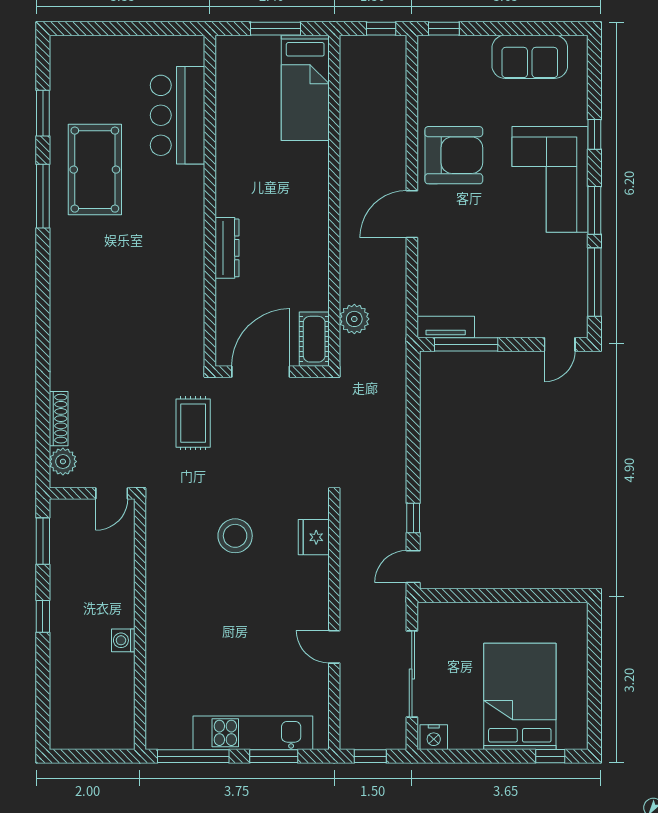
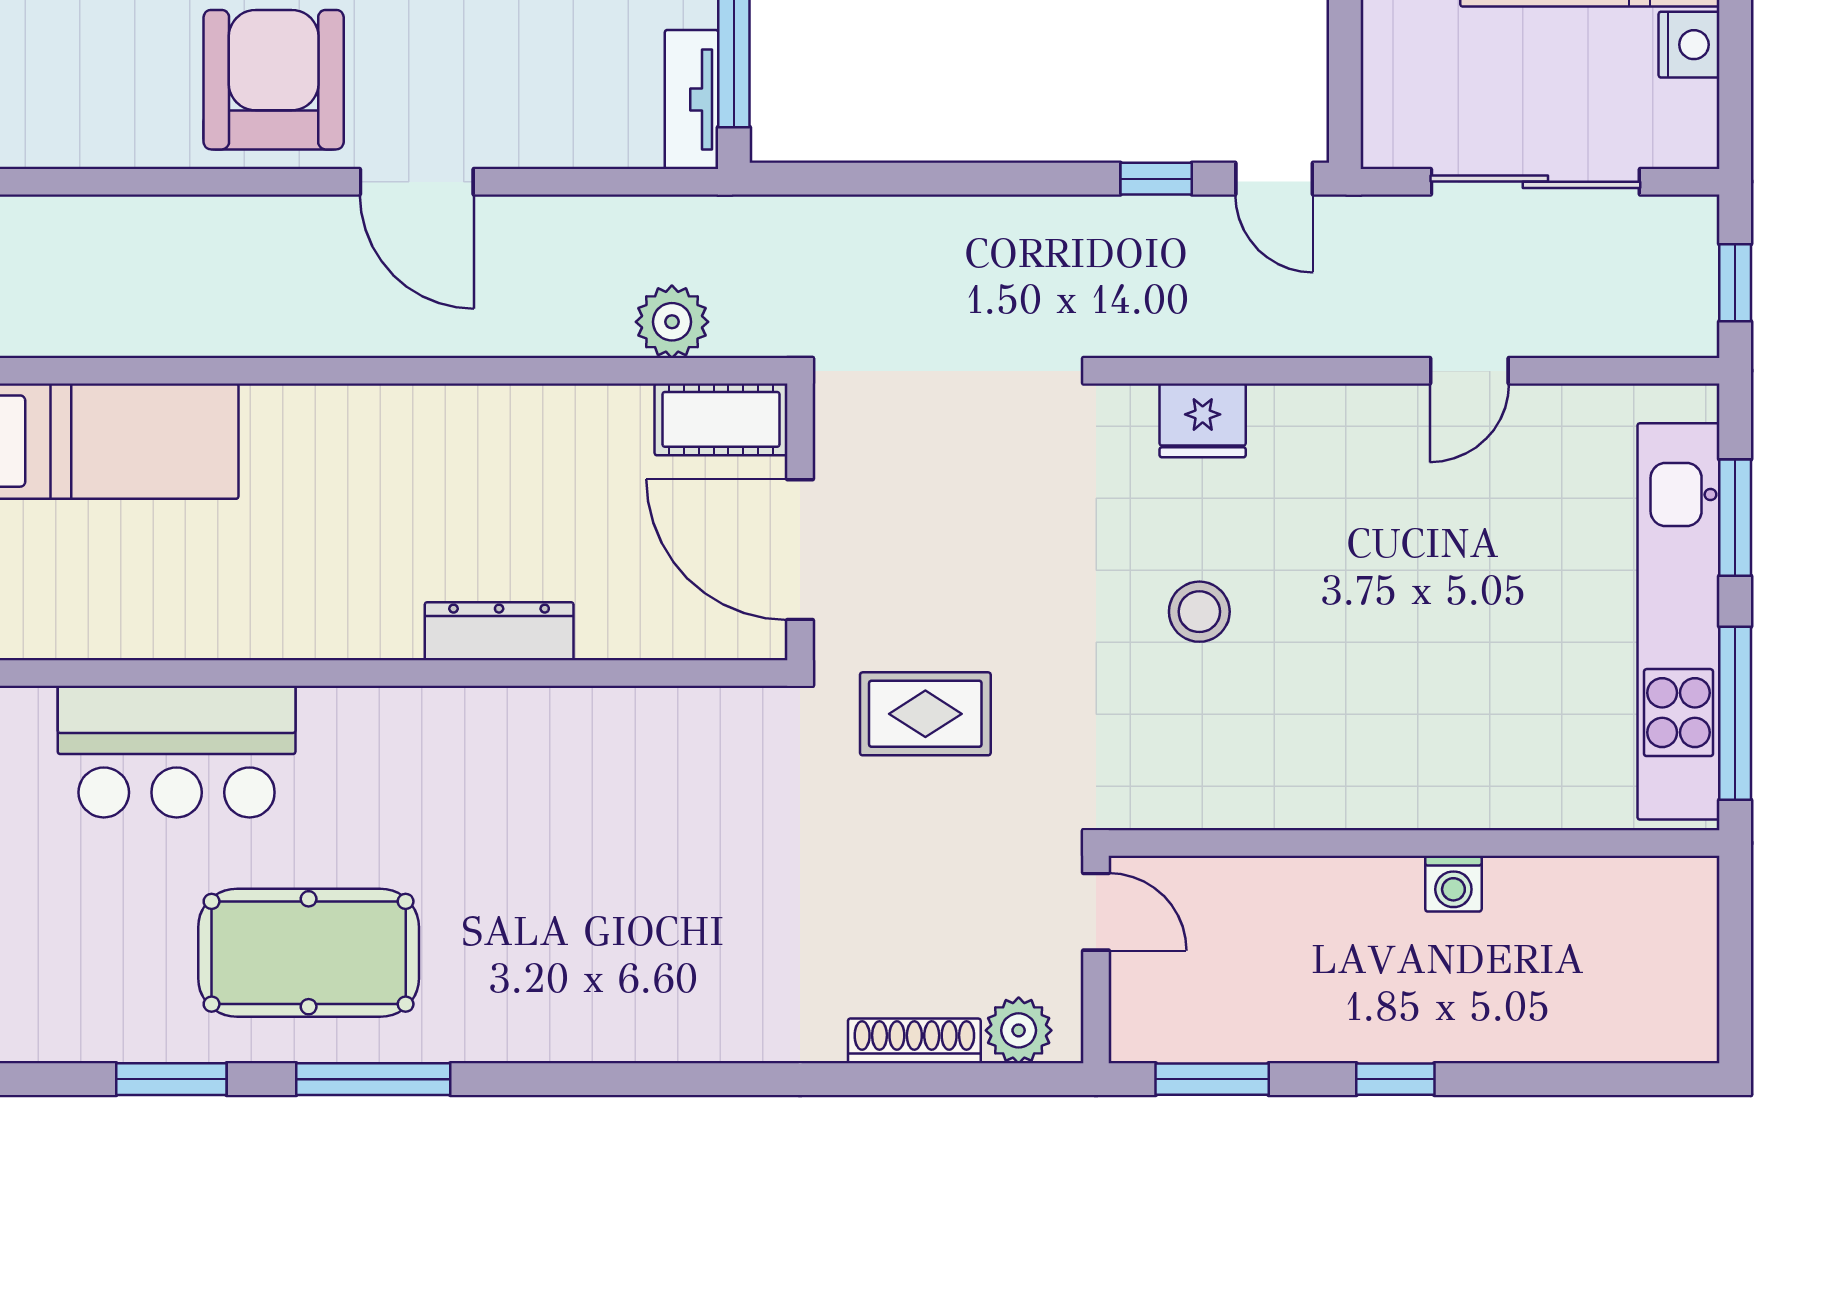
stool: (235, 536) -> (1199, 612), width x0.73, depth x0.73
kitchen unit: (253, 733) -> (1679, 621), width x1.36
nightstand: (434, 737) -> (1689, 45), moved

